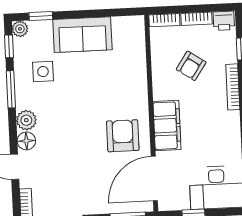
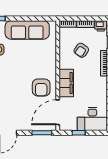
sofa: (82, 35) -> (27, 30), width x1.36
armchair: (123, 136) -> (41, 88), turned 180

